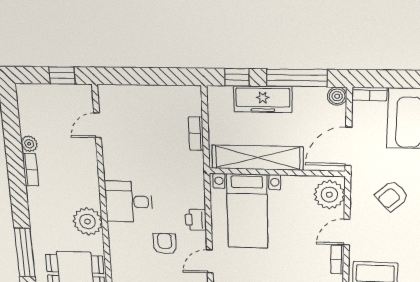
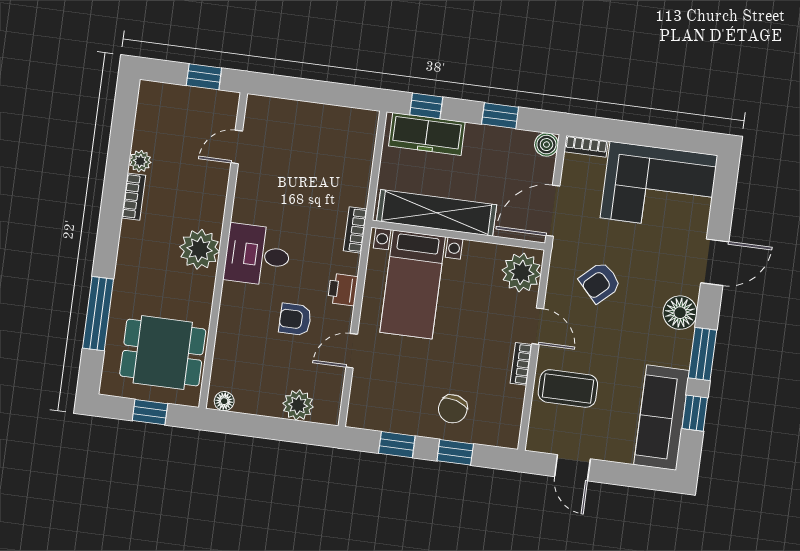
window: (297, 78) -> (500, 116), width x0.46
freezer: (263, 99) -> (427, 134), moved
bookcase: (196, 134) -> (355, 230), moved
plant: (88, 221) -> (200, 249), moved
door: (347, 232) -> (538, 326), swing flipped
armchair: (165, 244) -> (295, 319), turned -90

